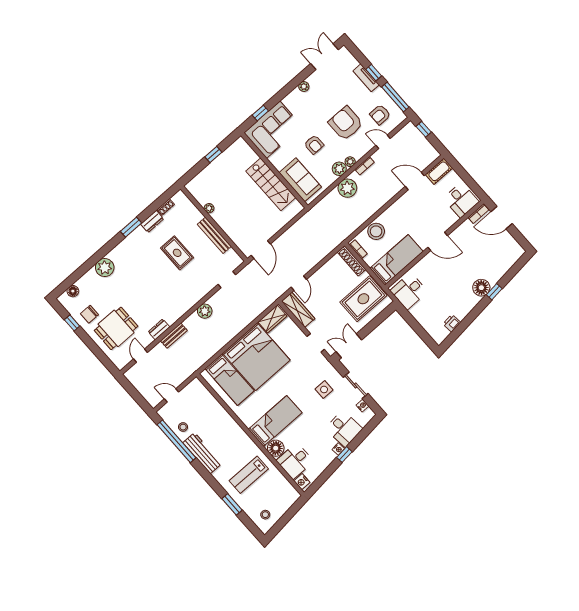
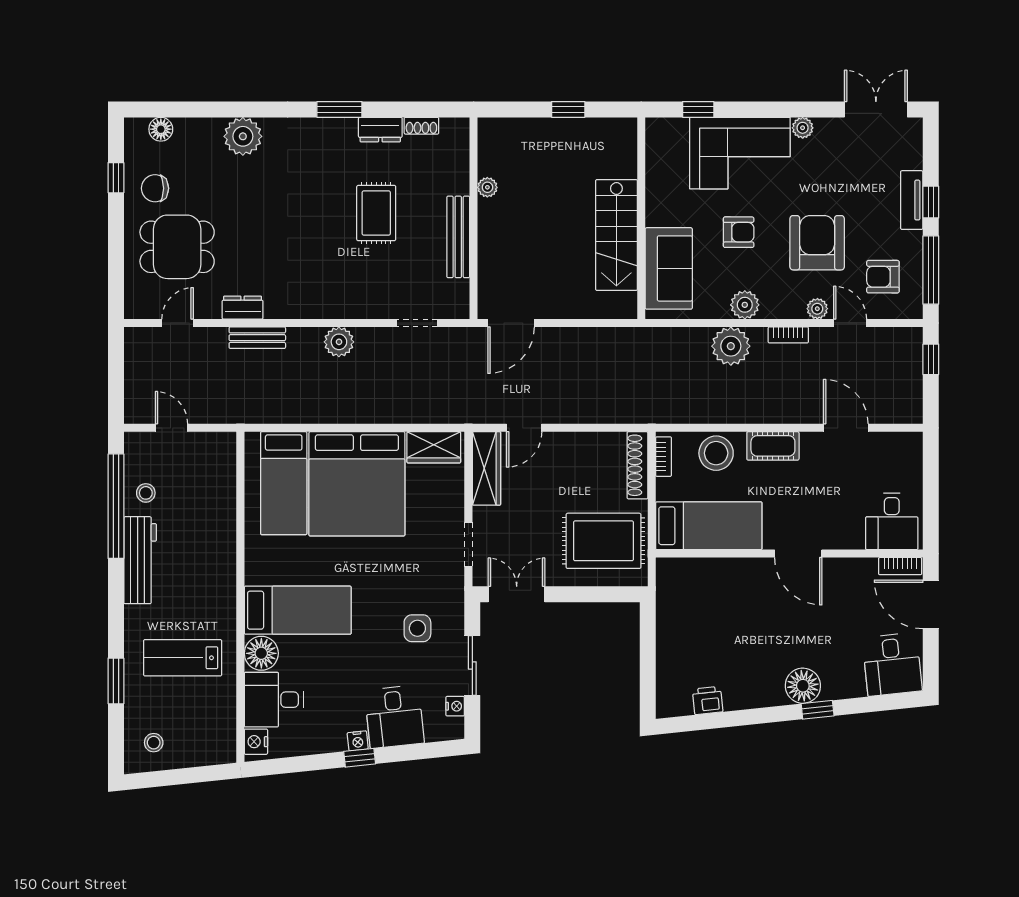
corner sofa: (273, 130) -> (740, 153), moved
armchair: (314, 145) -> (739, 232), turned -90
plant: (350, 162) -> (817, 309), moved
cot: (439, 171) -> (773, 446), moved
desk: (409, 291) -> (892, 664), moved, turned -96

